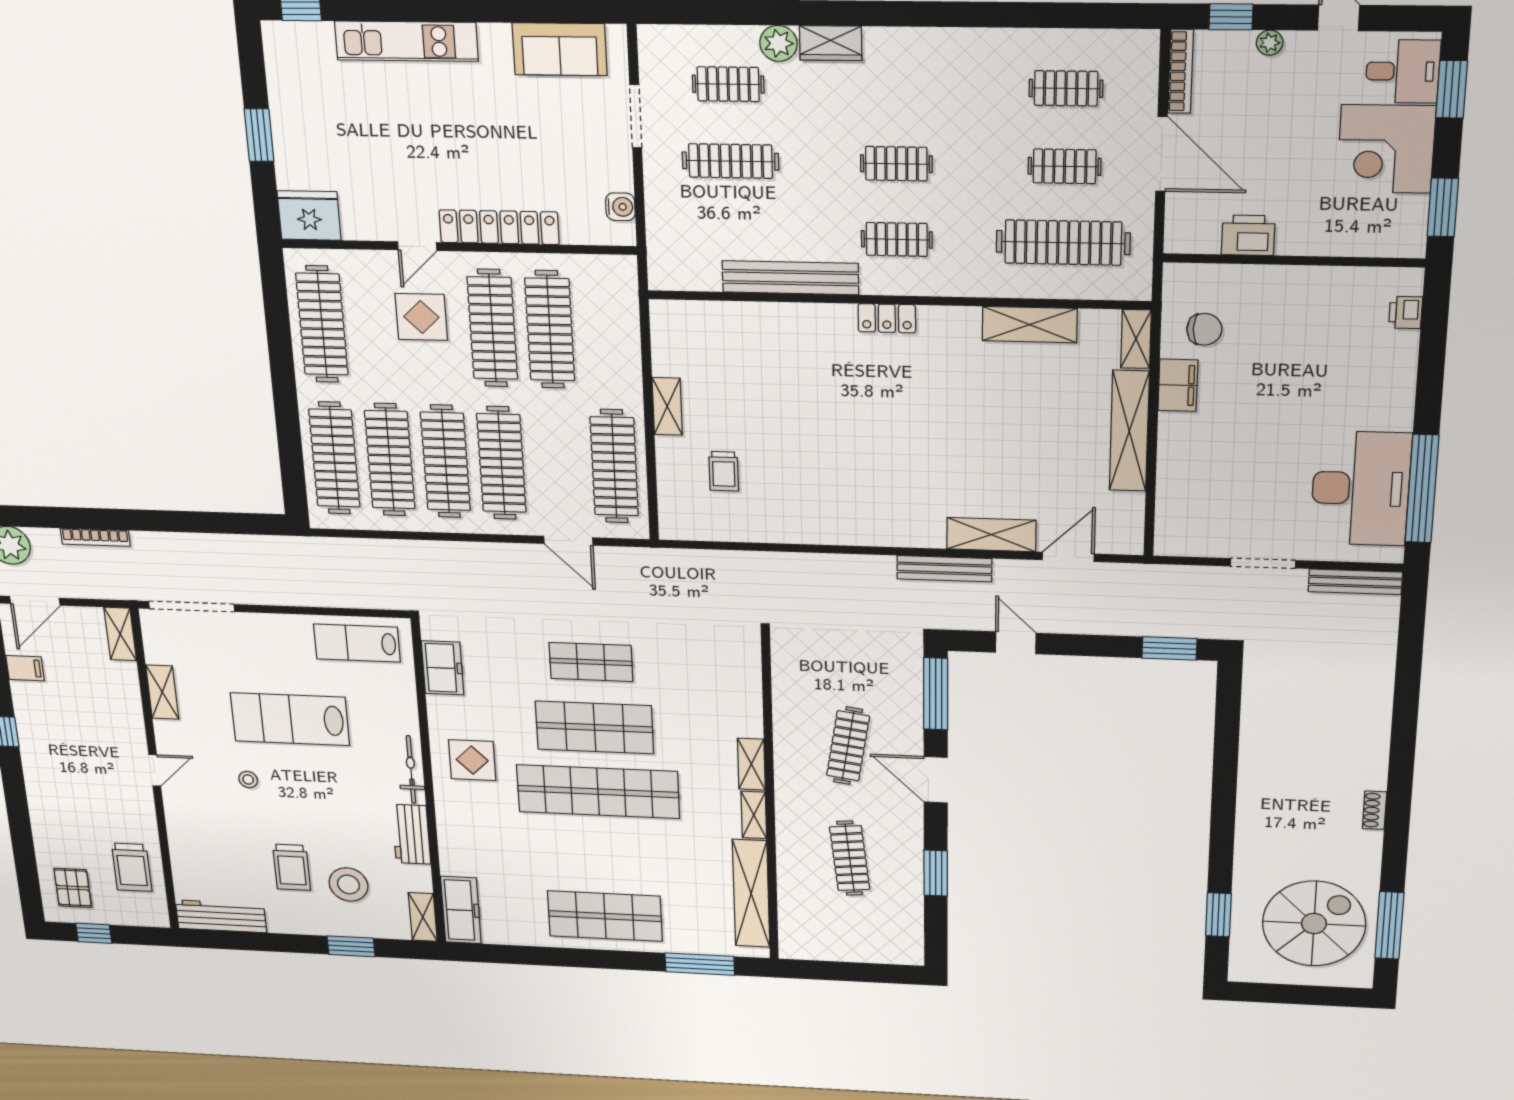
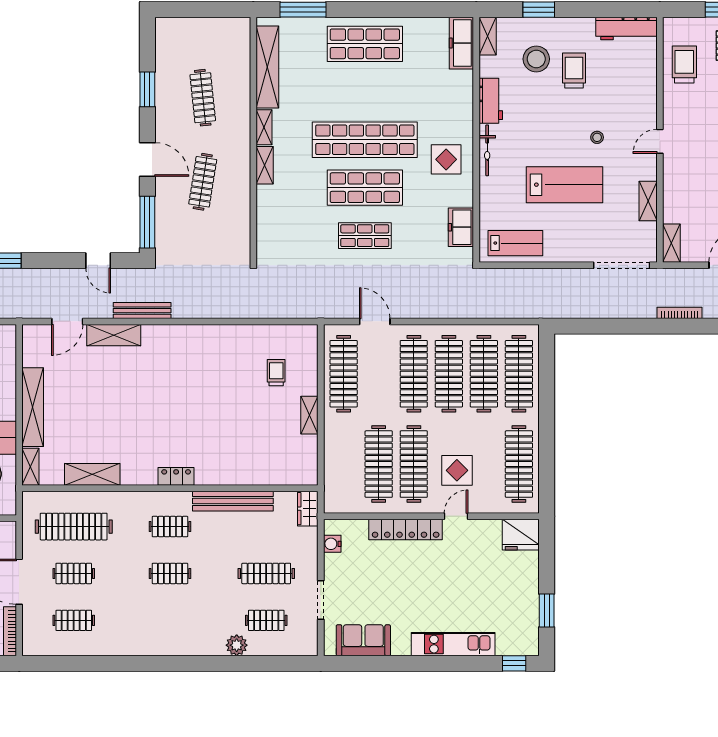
wardrobe: (831, 43) -> (308, 509), moved, turned -90
window: (259, 135) -> (547, 610), moved

